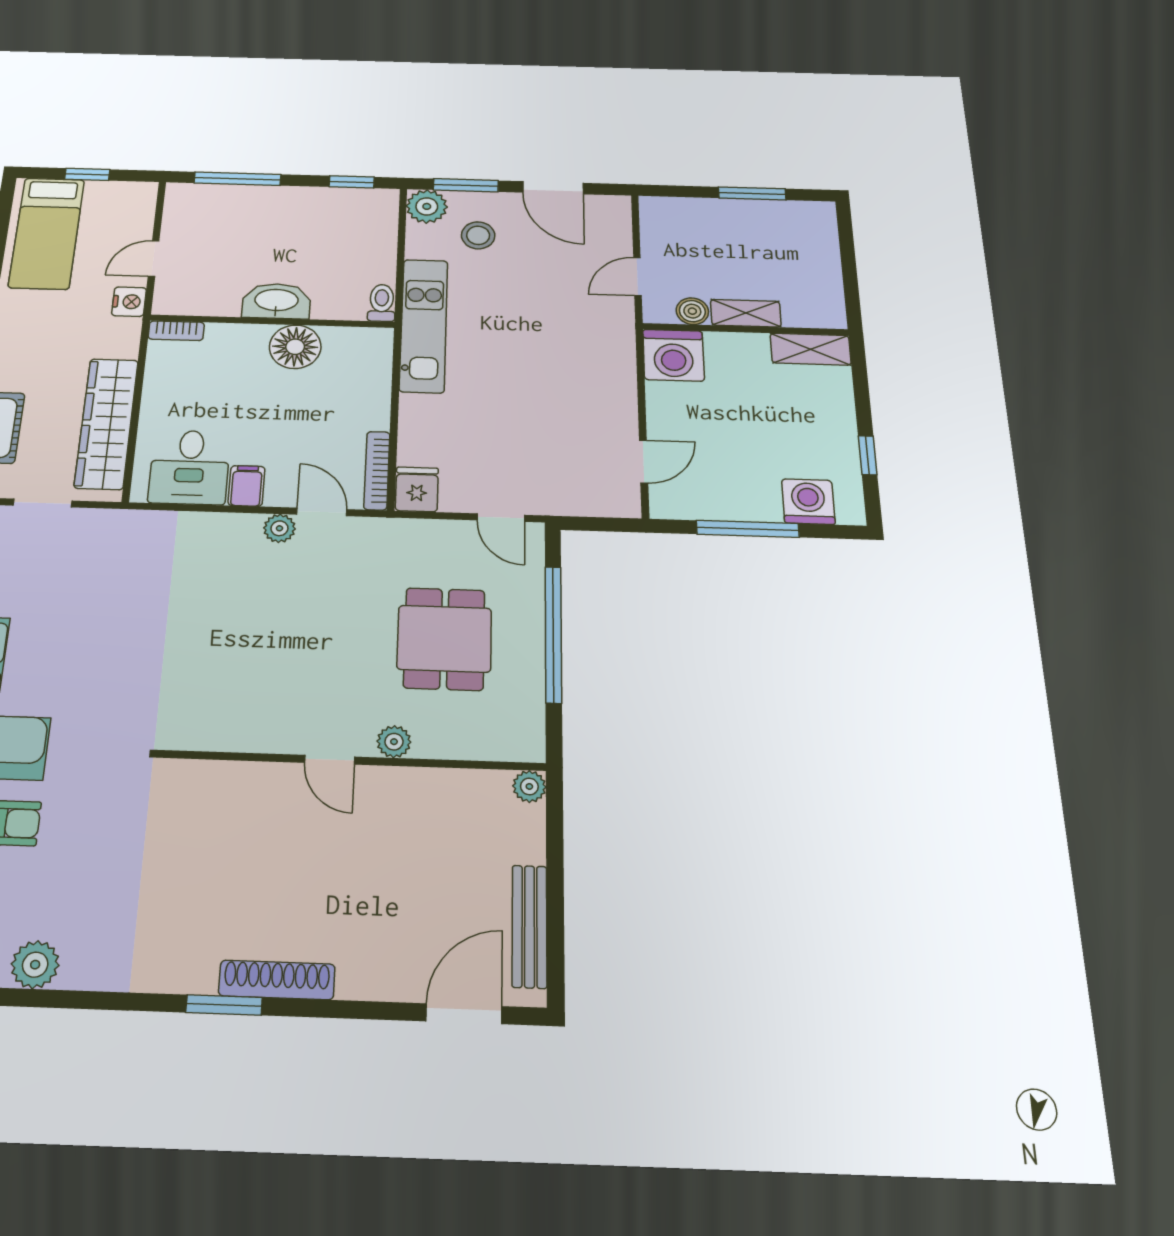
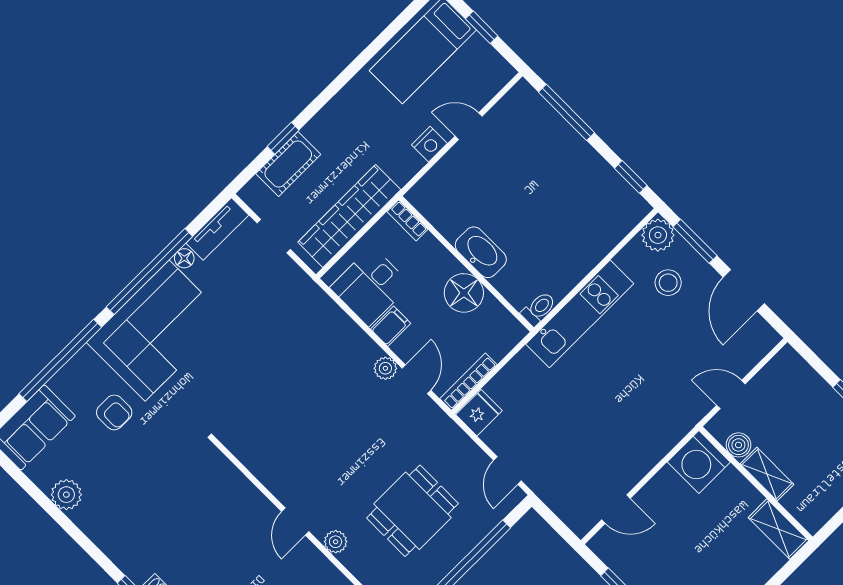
washbasin: (276, 301) -> (481, 252), moved
toilet: (382, 303) -> (539, 309), moved
wall: (272, 321) -> (466, 264), moved
bookcase: (176, 331) -> (407, 220), moved
floor lamp: (295, 347) -> (464, 293), moved

